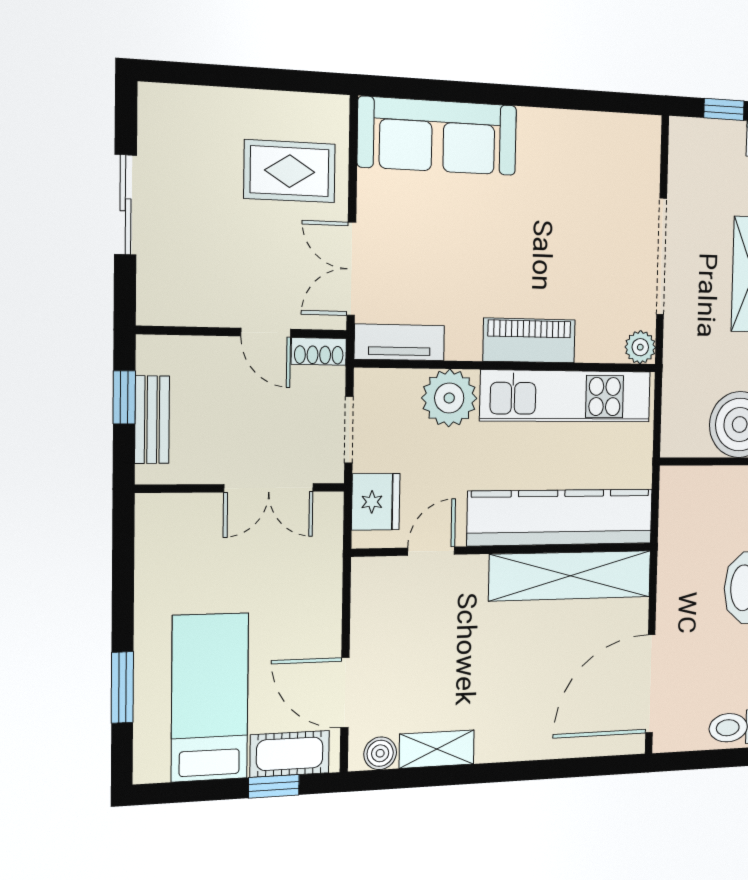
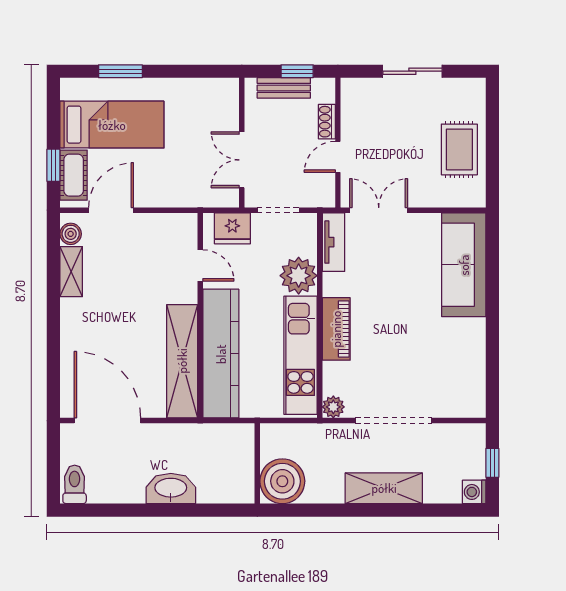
rug: (290, 171) -> (459, 149), moved
shoe rack: (319, 351) -> (327, 122), moved

